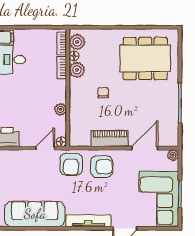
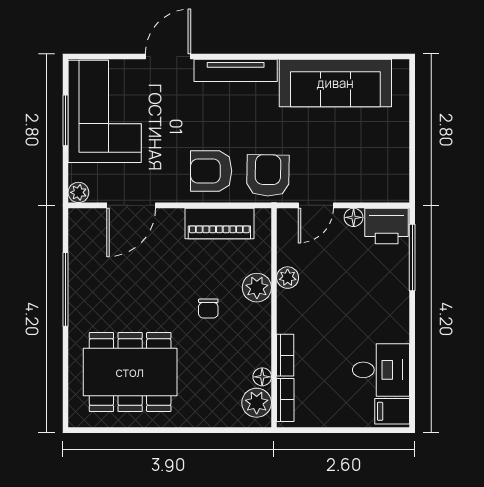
plant: (77, 70) -> (257, 288), moved
piano: (110, 138) -> (219, 224), moved
floor lamp: (61, 142) -> (354, 217), moved

